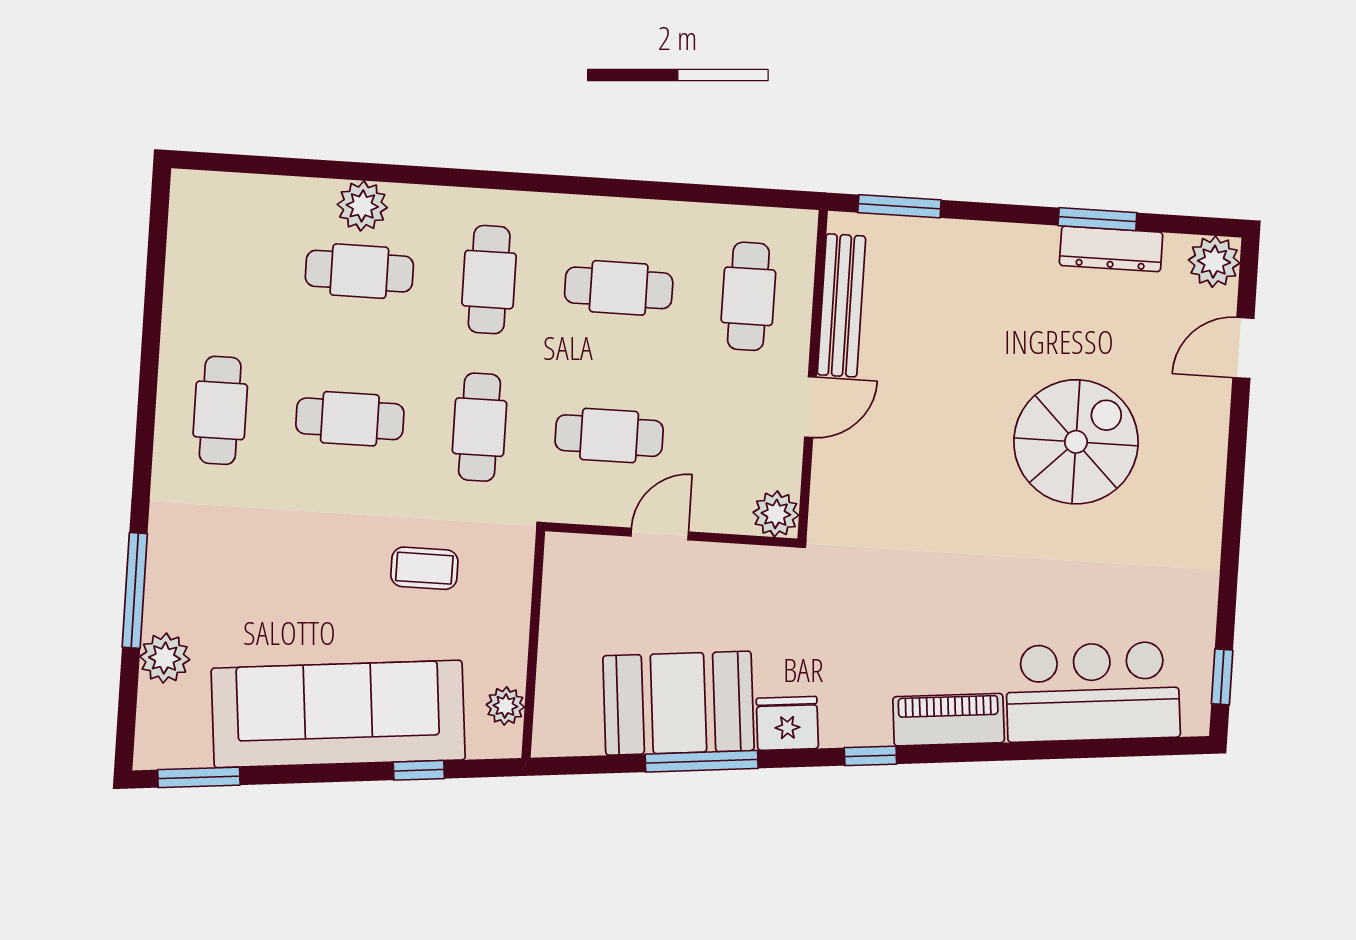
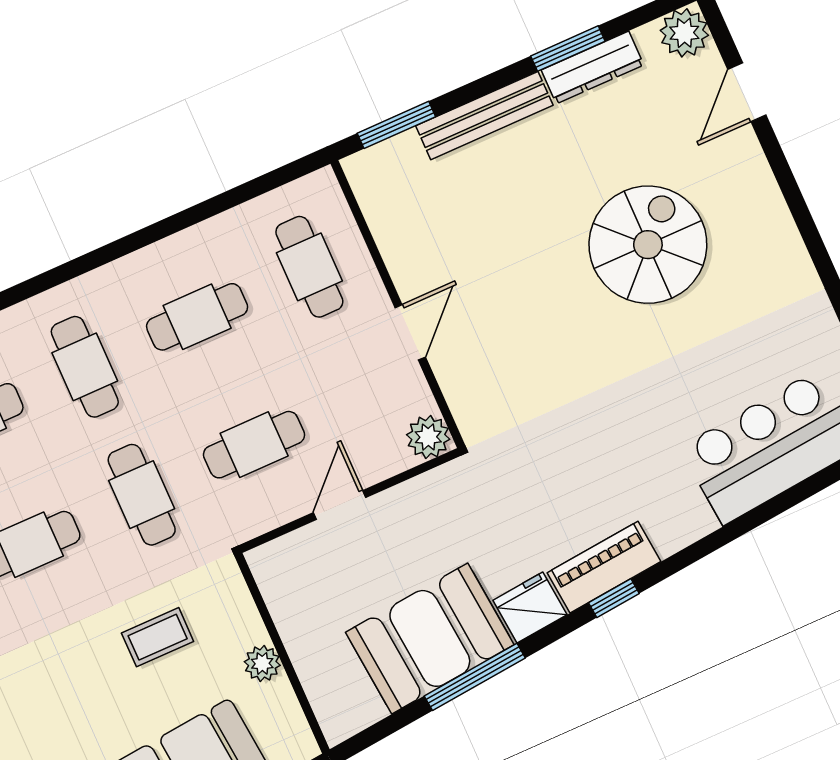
bench: (841, 305) -> (484, 116), moved, turned 90
plant: (505, 706) -> (262, 663), moved
piano: (949, 720) -> (604, 567), moved

